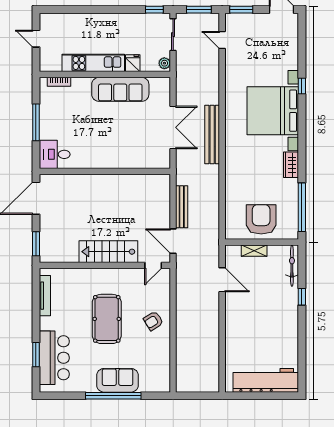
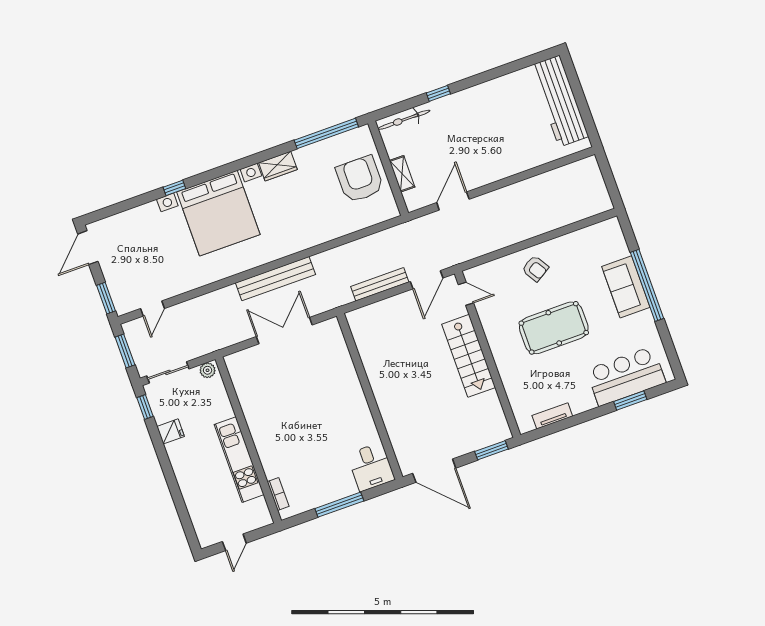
fridge: (133, 63) -> (171, 431), moved, turned 180
sofa: (120, 89) -> (260, 414), removed
armchair: (261, 219) -> (360, 179), turned 90
tv unit: (45, 296) -> (552, 416), width x0.71

